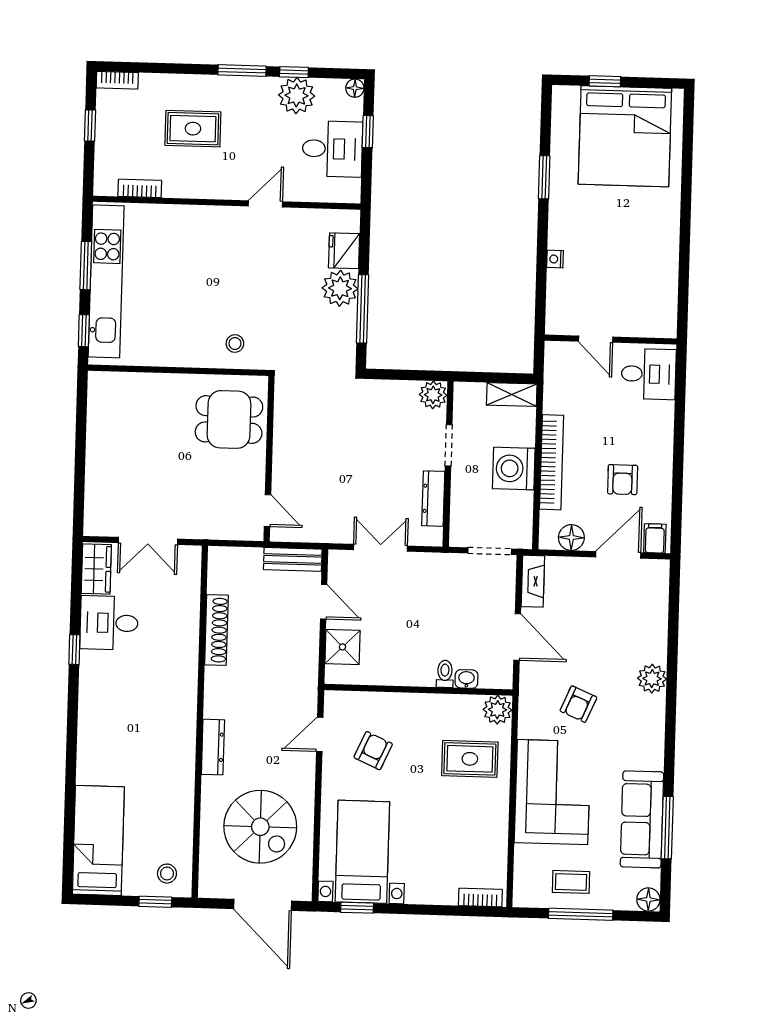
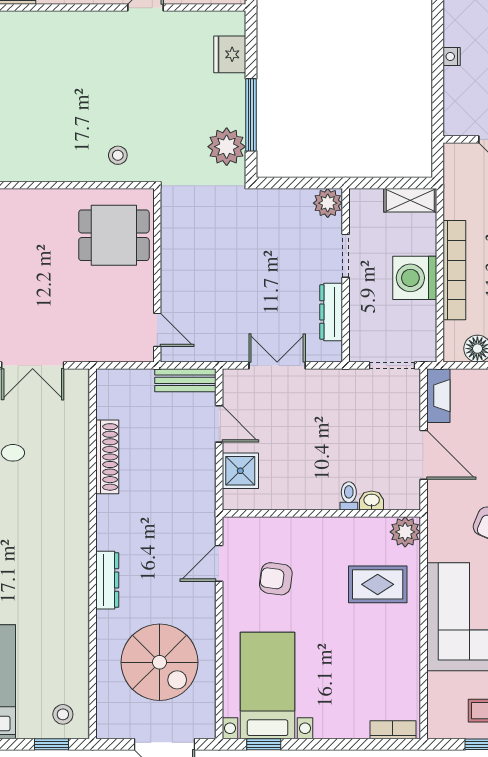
plant: (340, 288) -> (227, 147), moved
armchair: (373, 751) -> (276, 579), turned -106

